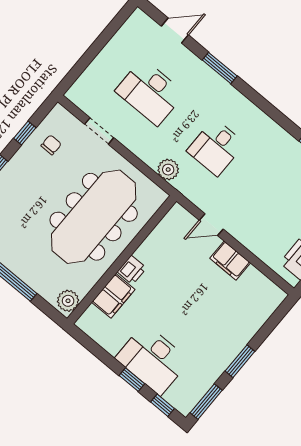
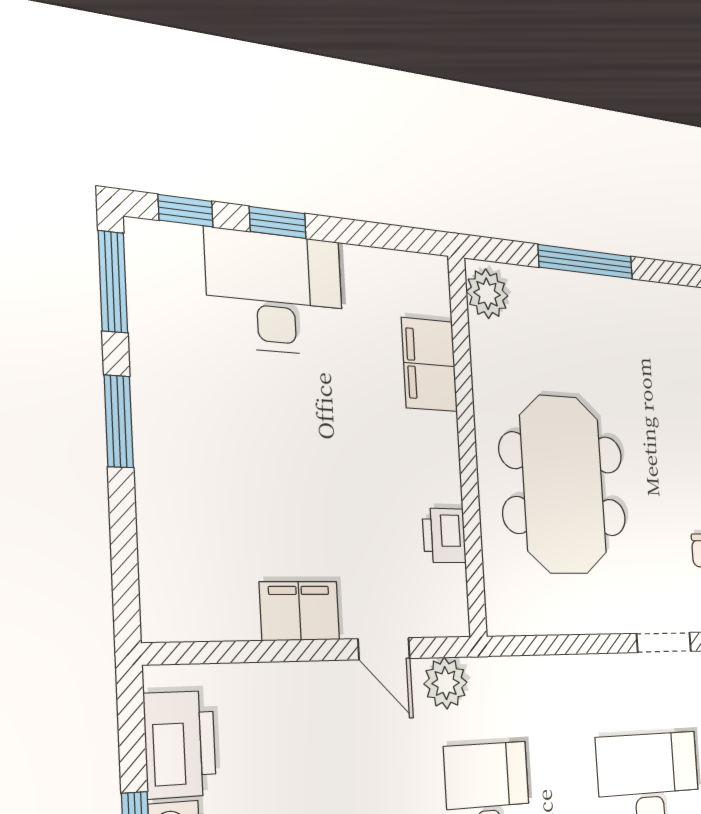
plant: (168, 170) -> (446, 683), moved
meeting table: (94, 217) -> (563, 484), width x0.73
door: (211, 225) -> (384, 649), swing flipped
printer: (132, 270) -> (444, 535), moved

